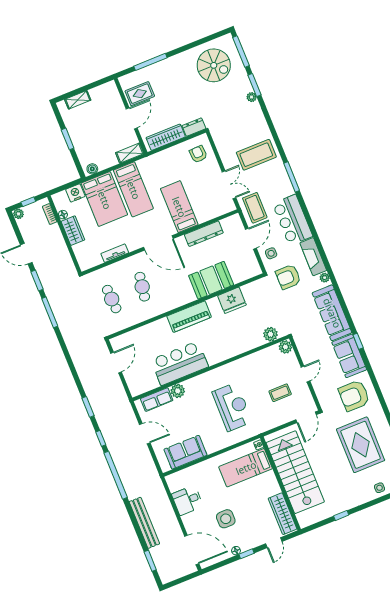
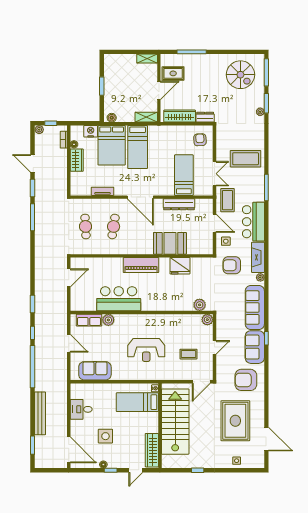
shelving: (78, 100) -> (147, 59), moved
bed: (179, 207) -> (184, 175), moved
door: (251, 239) -> (214, 223), hinge flipped
reception desk: (232, 407) -> (146, 350), turned 90

